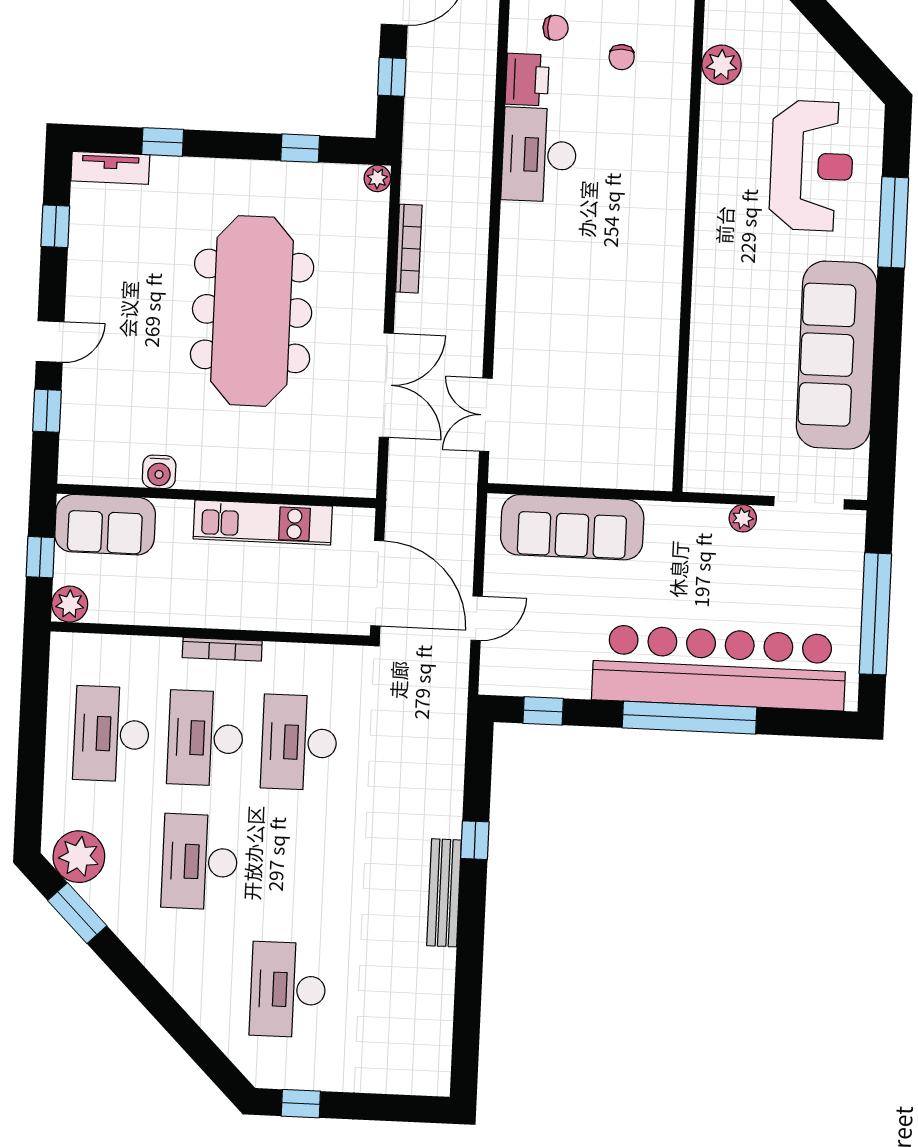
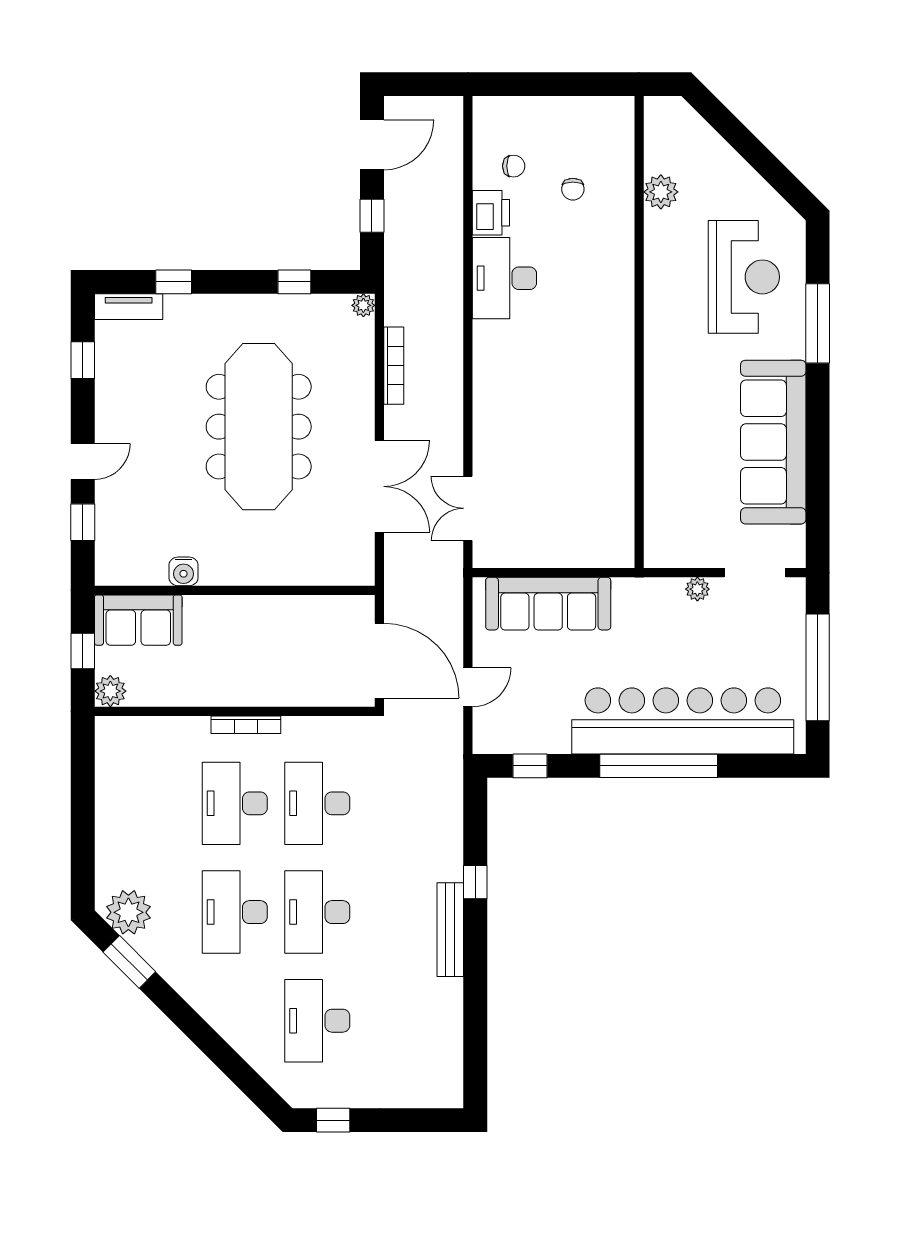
kitchen unit: (263, 523) -> (277, 612), removed
desk: (112, 734) -> (317, 912), moved

